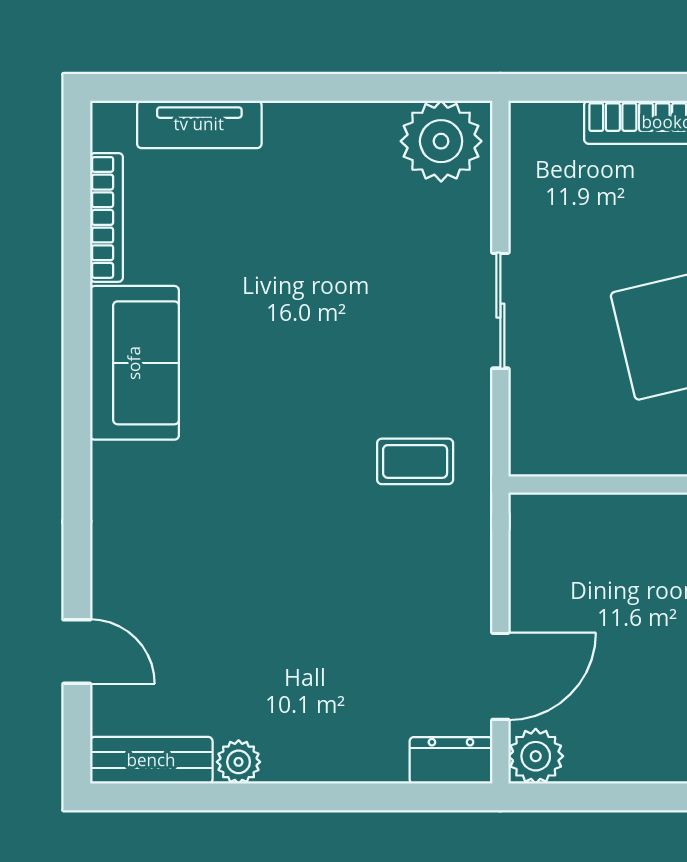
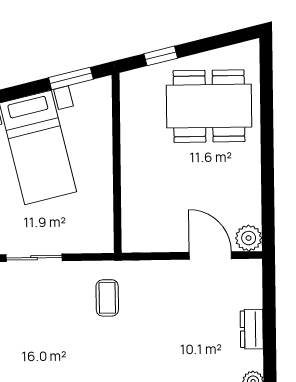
dresser: (451, 760) -> (252, 329), moved

